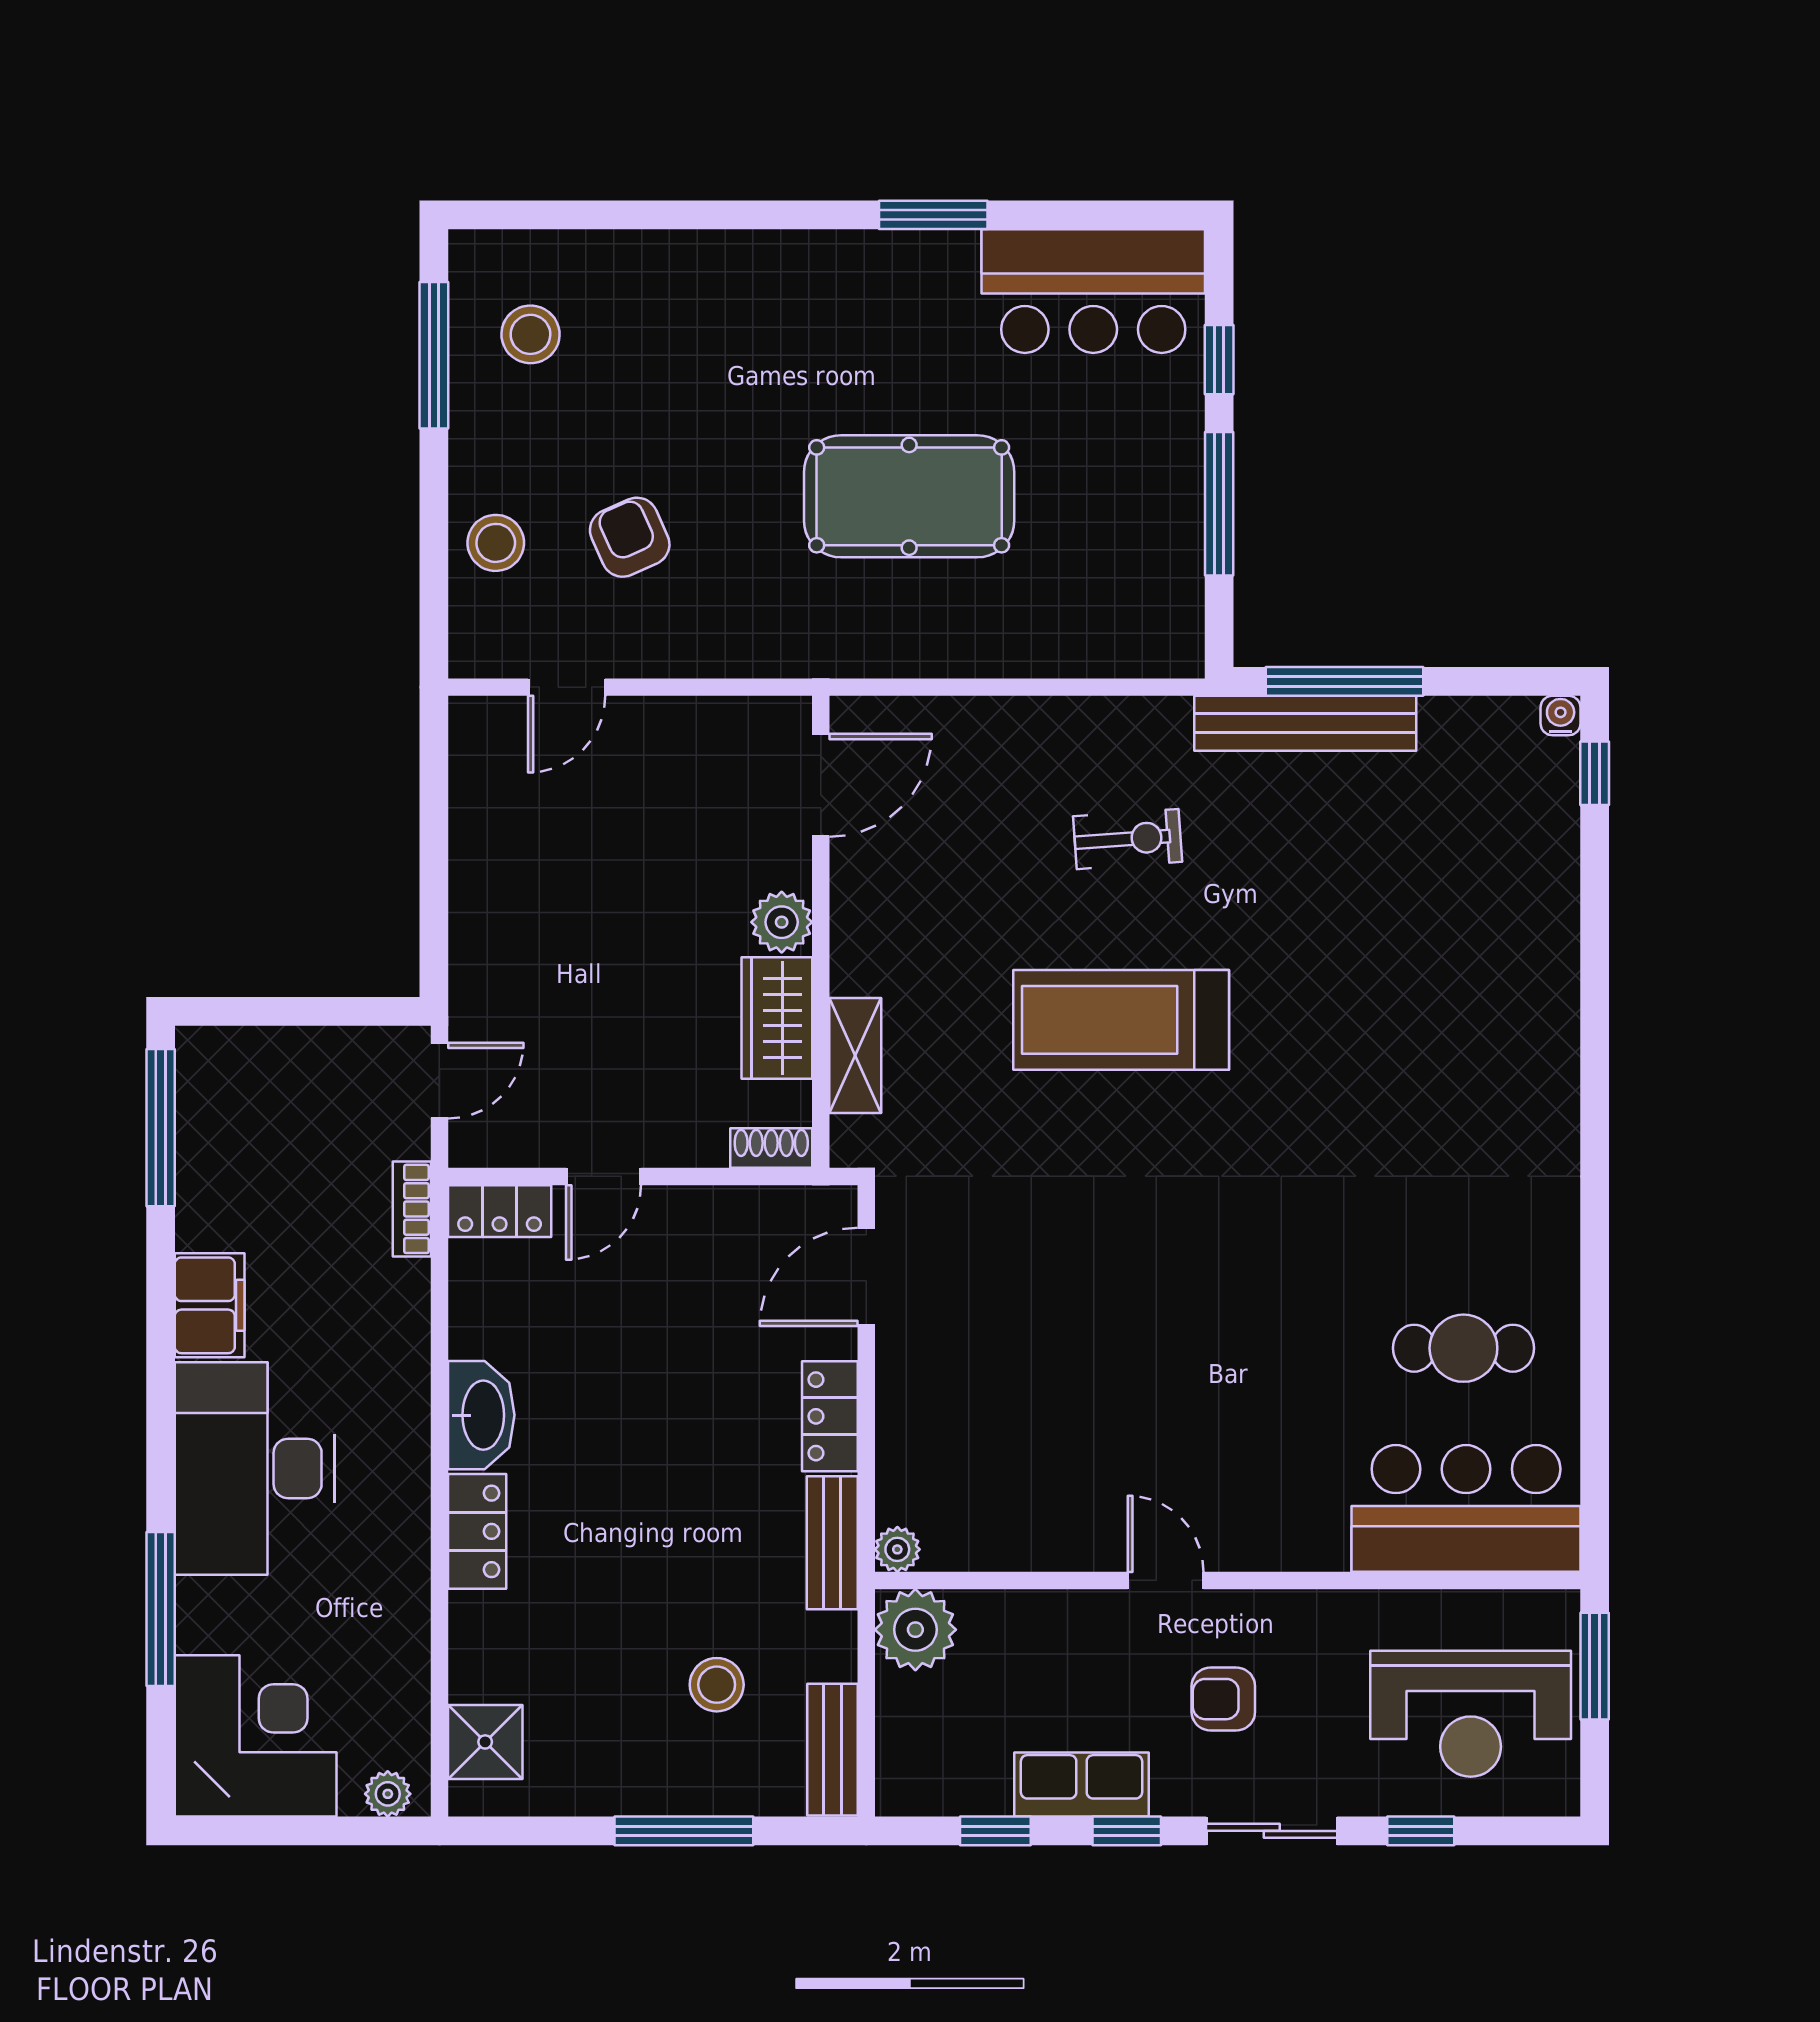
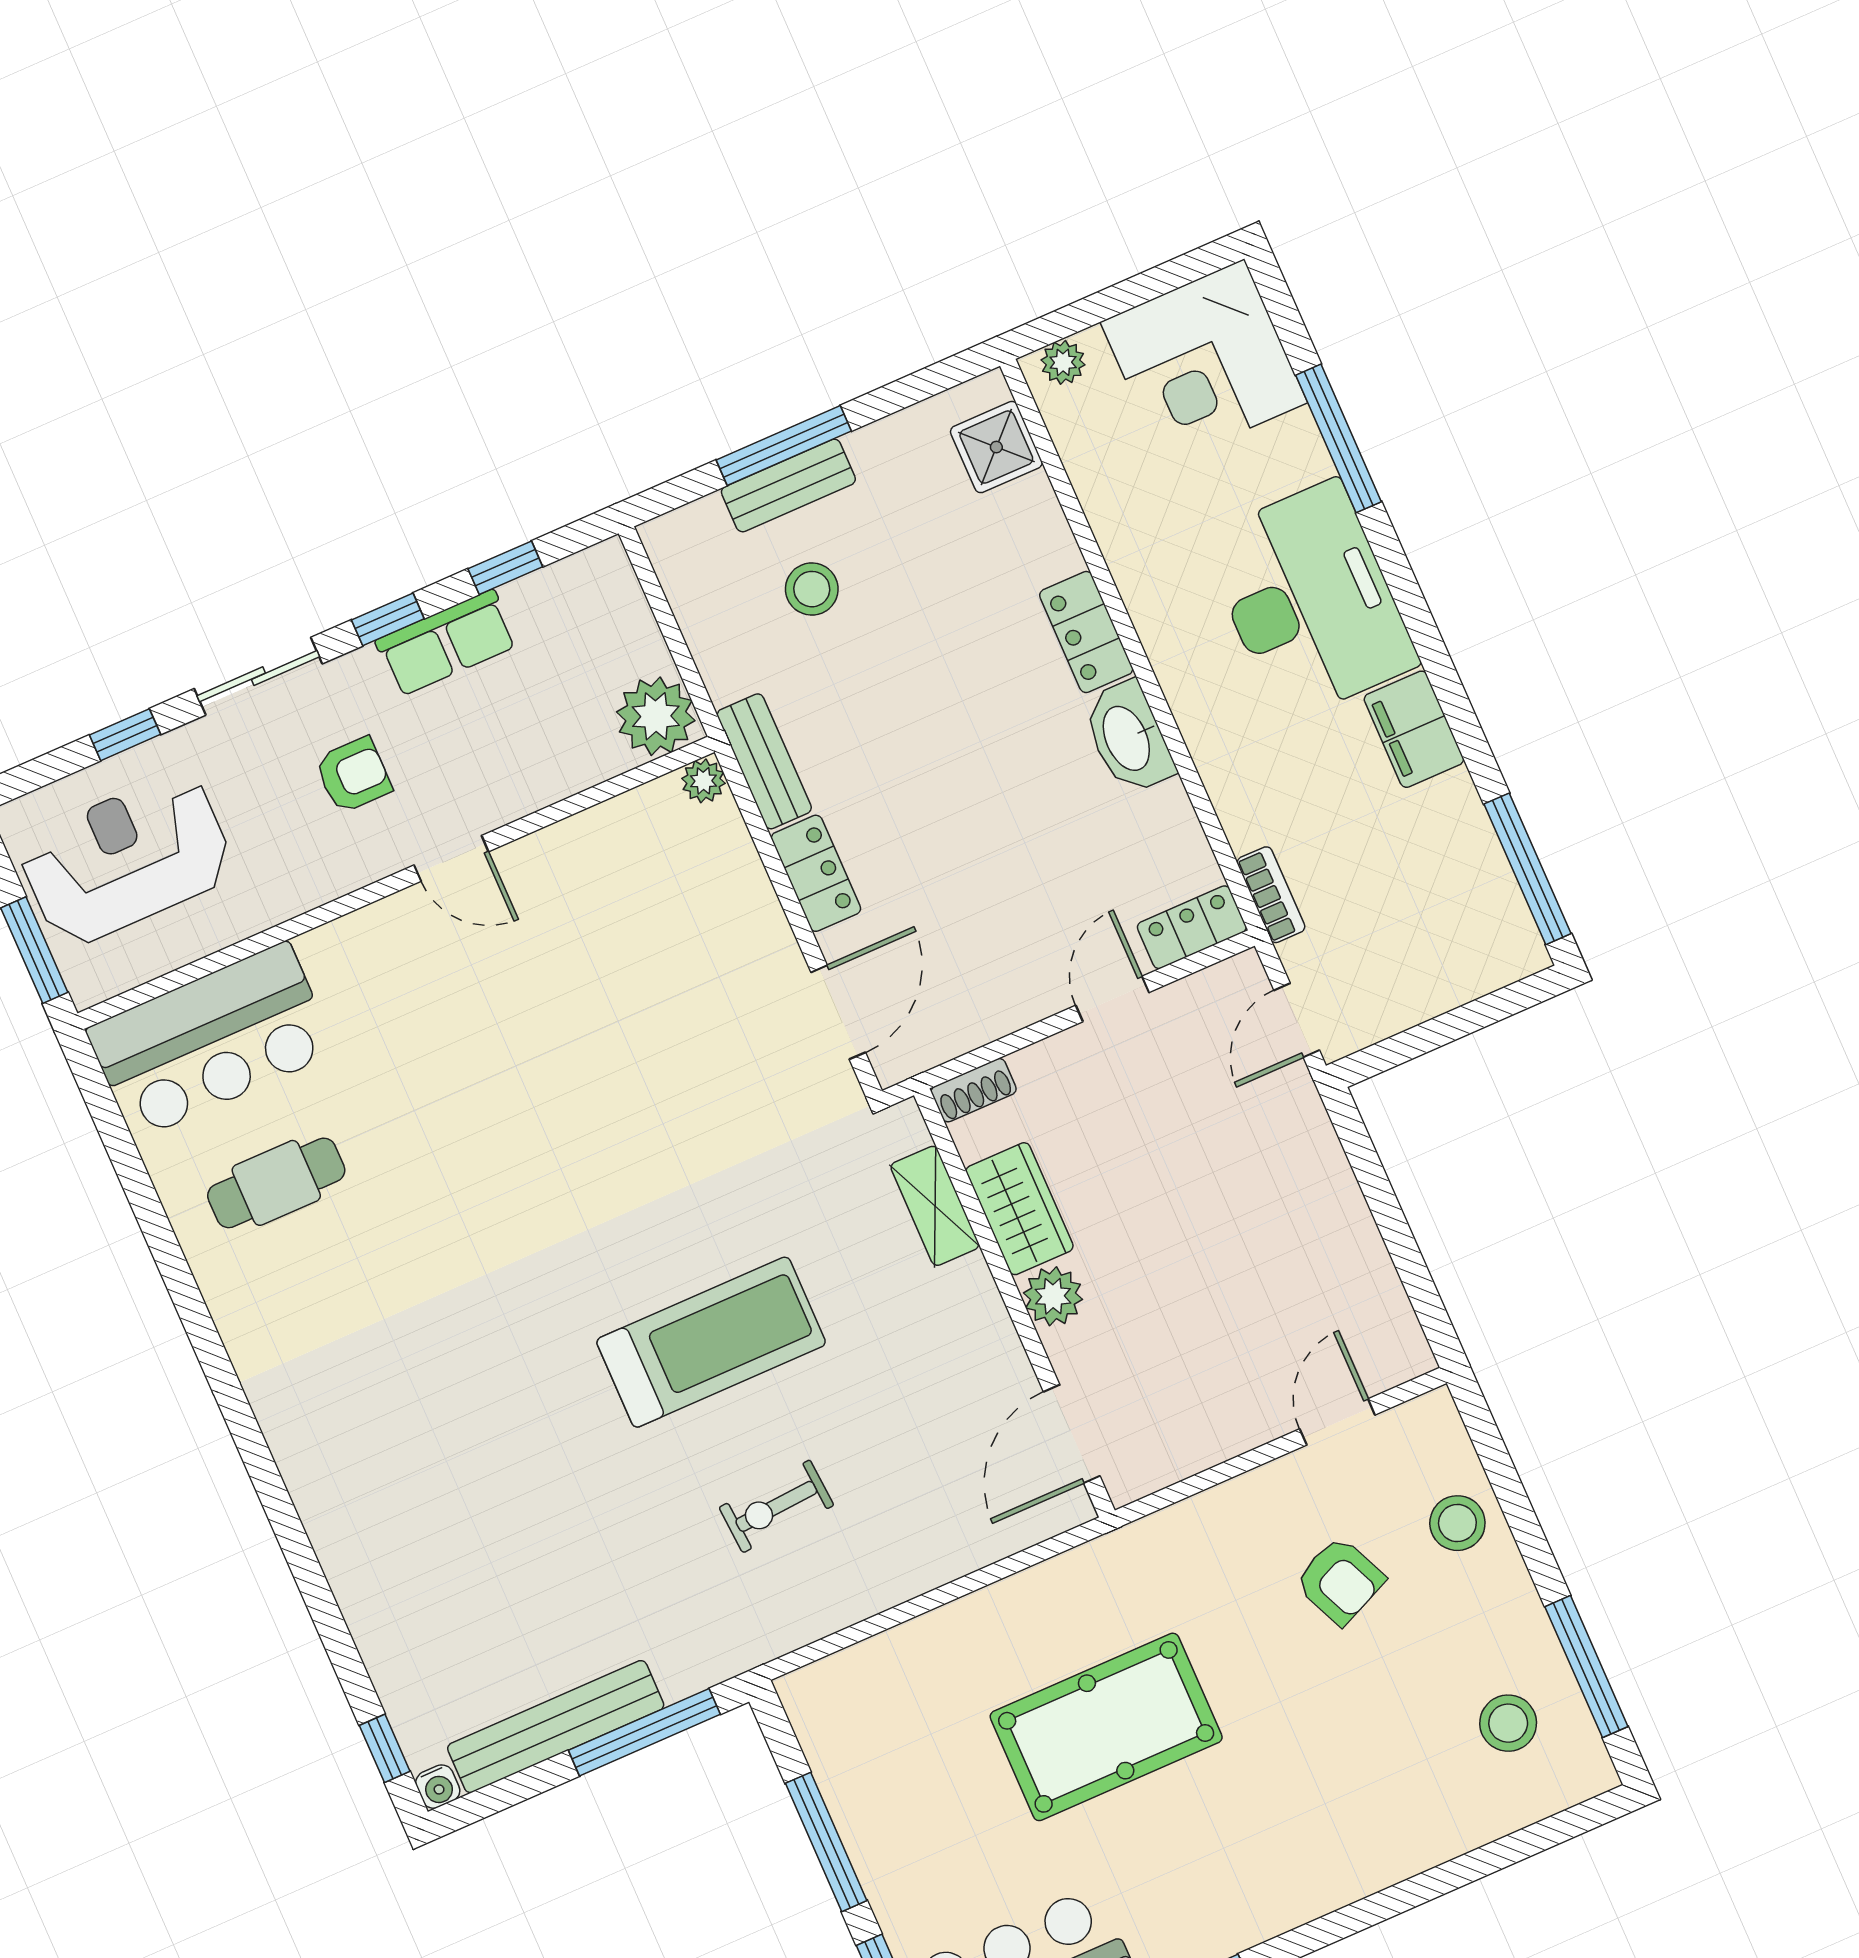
bench: (1305, 723) -> (556, 1727), moved
bench: (833, 1750) -> (788, 486), moved, turned 90

